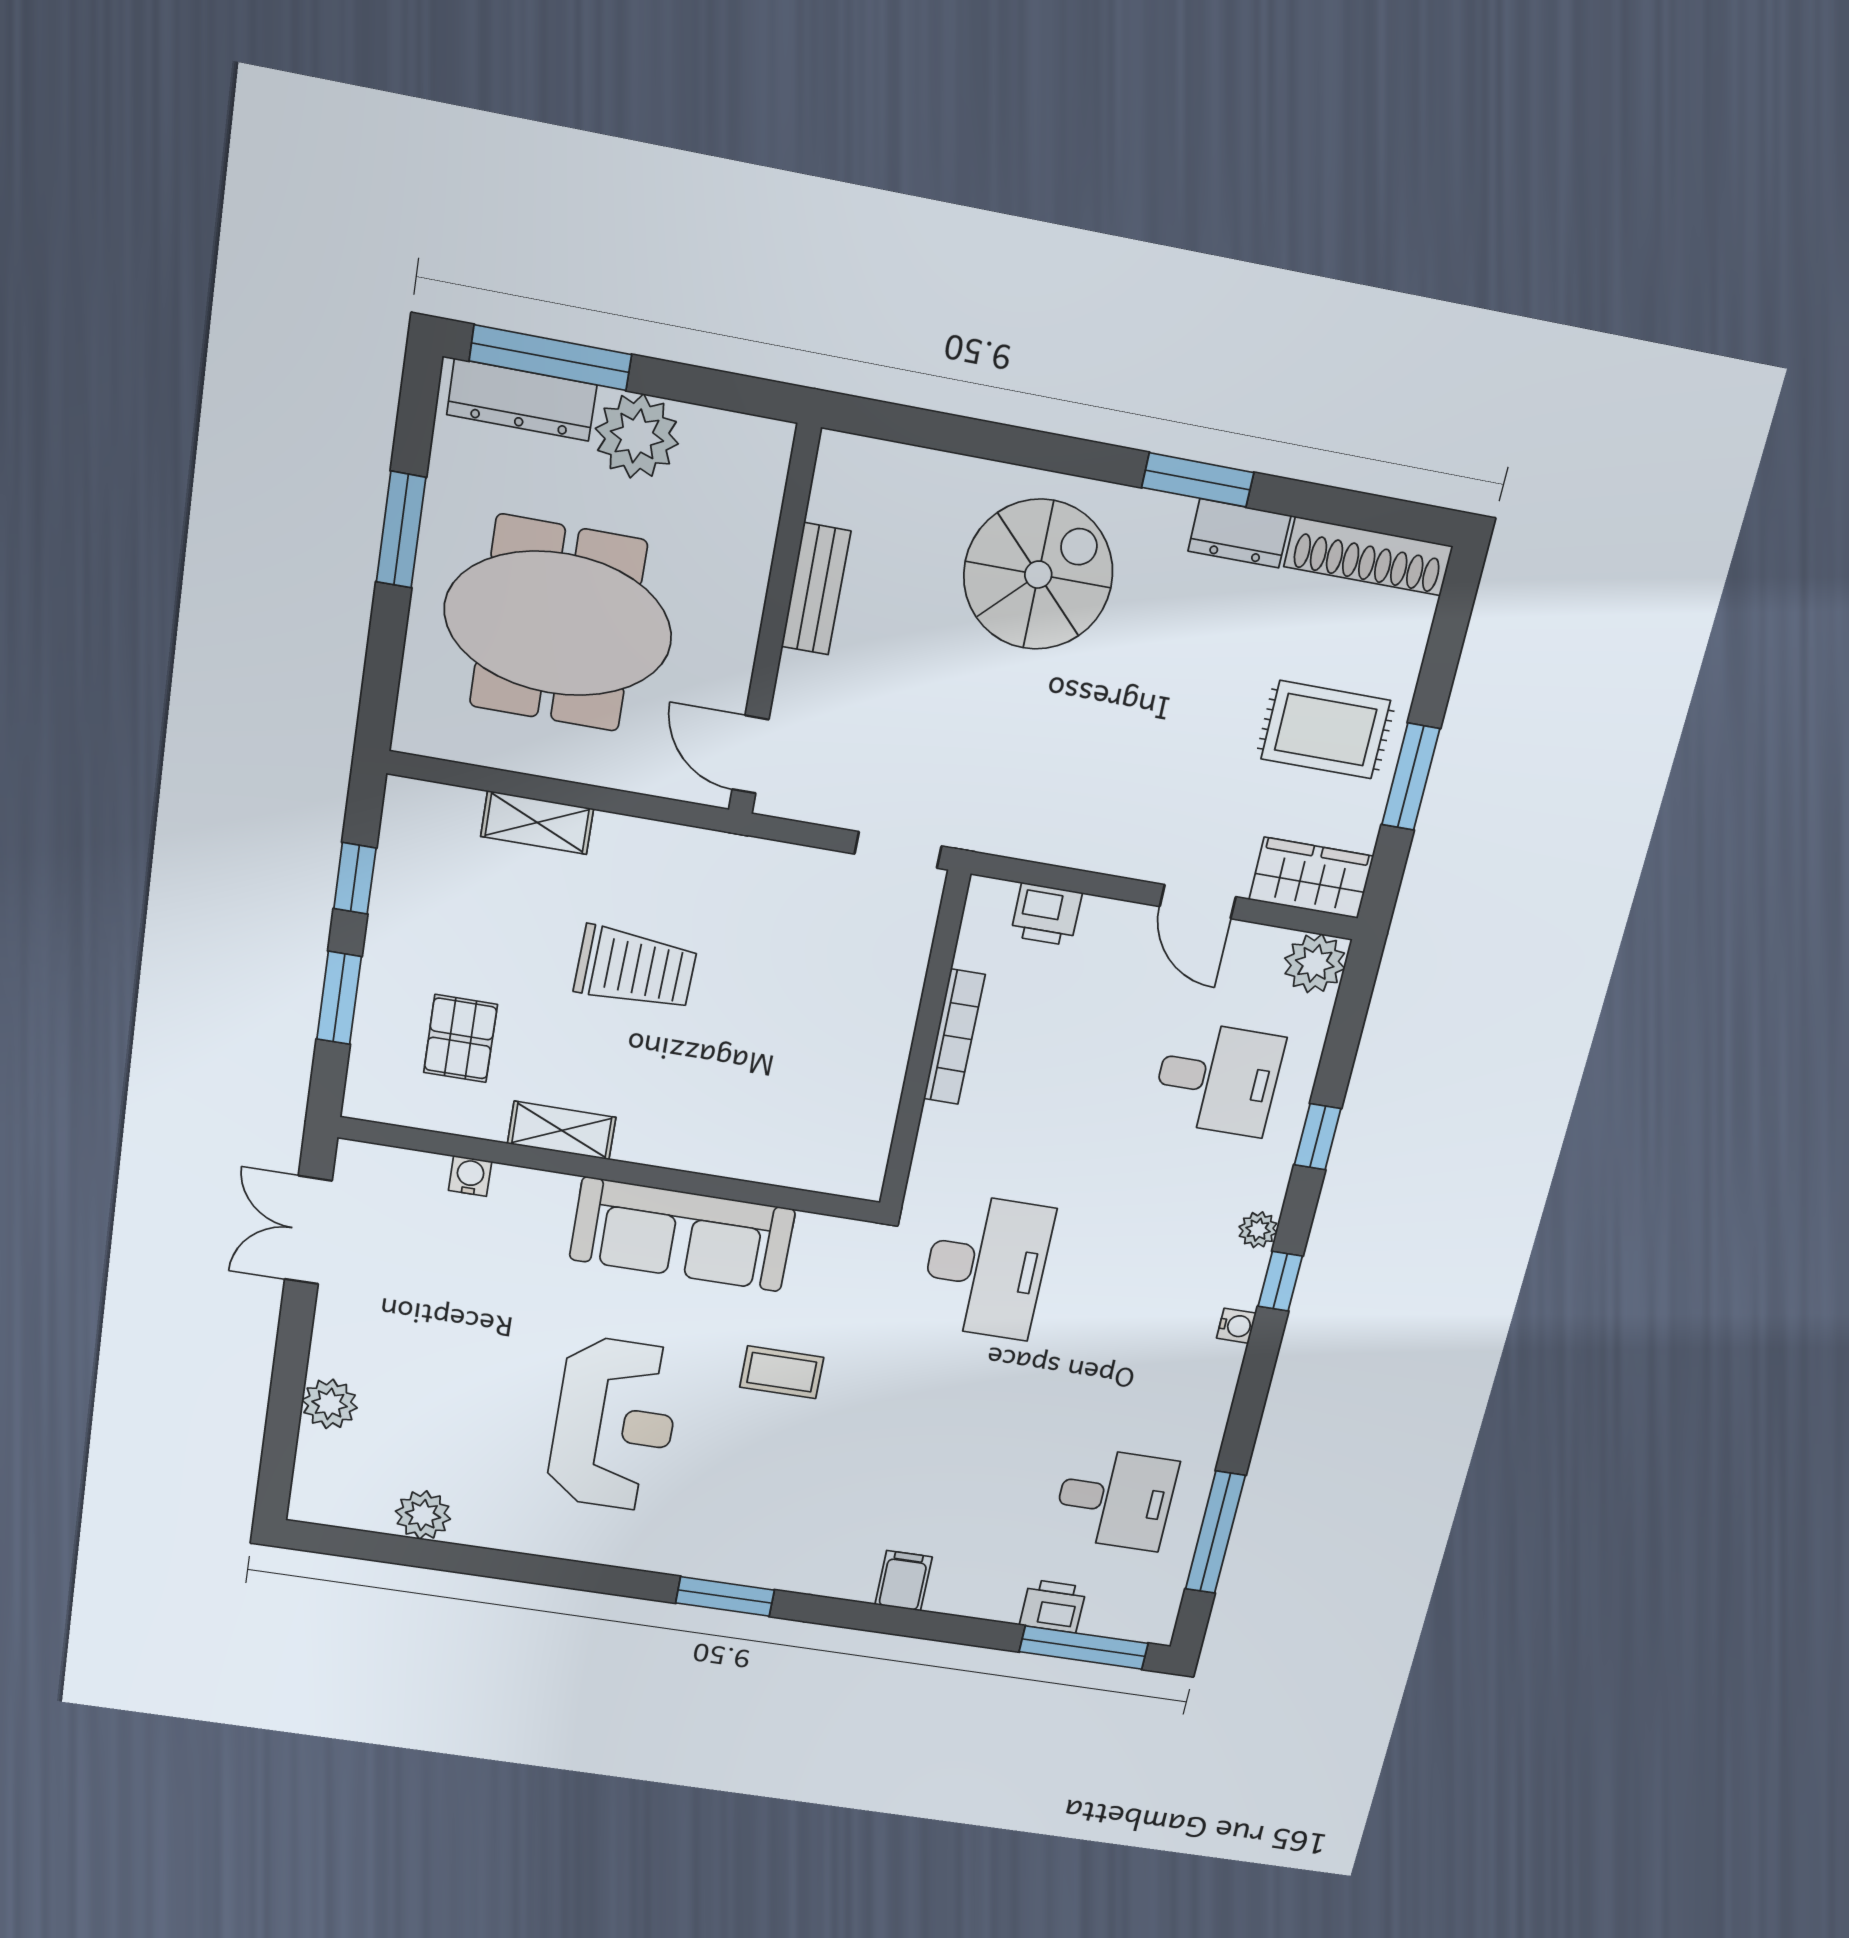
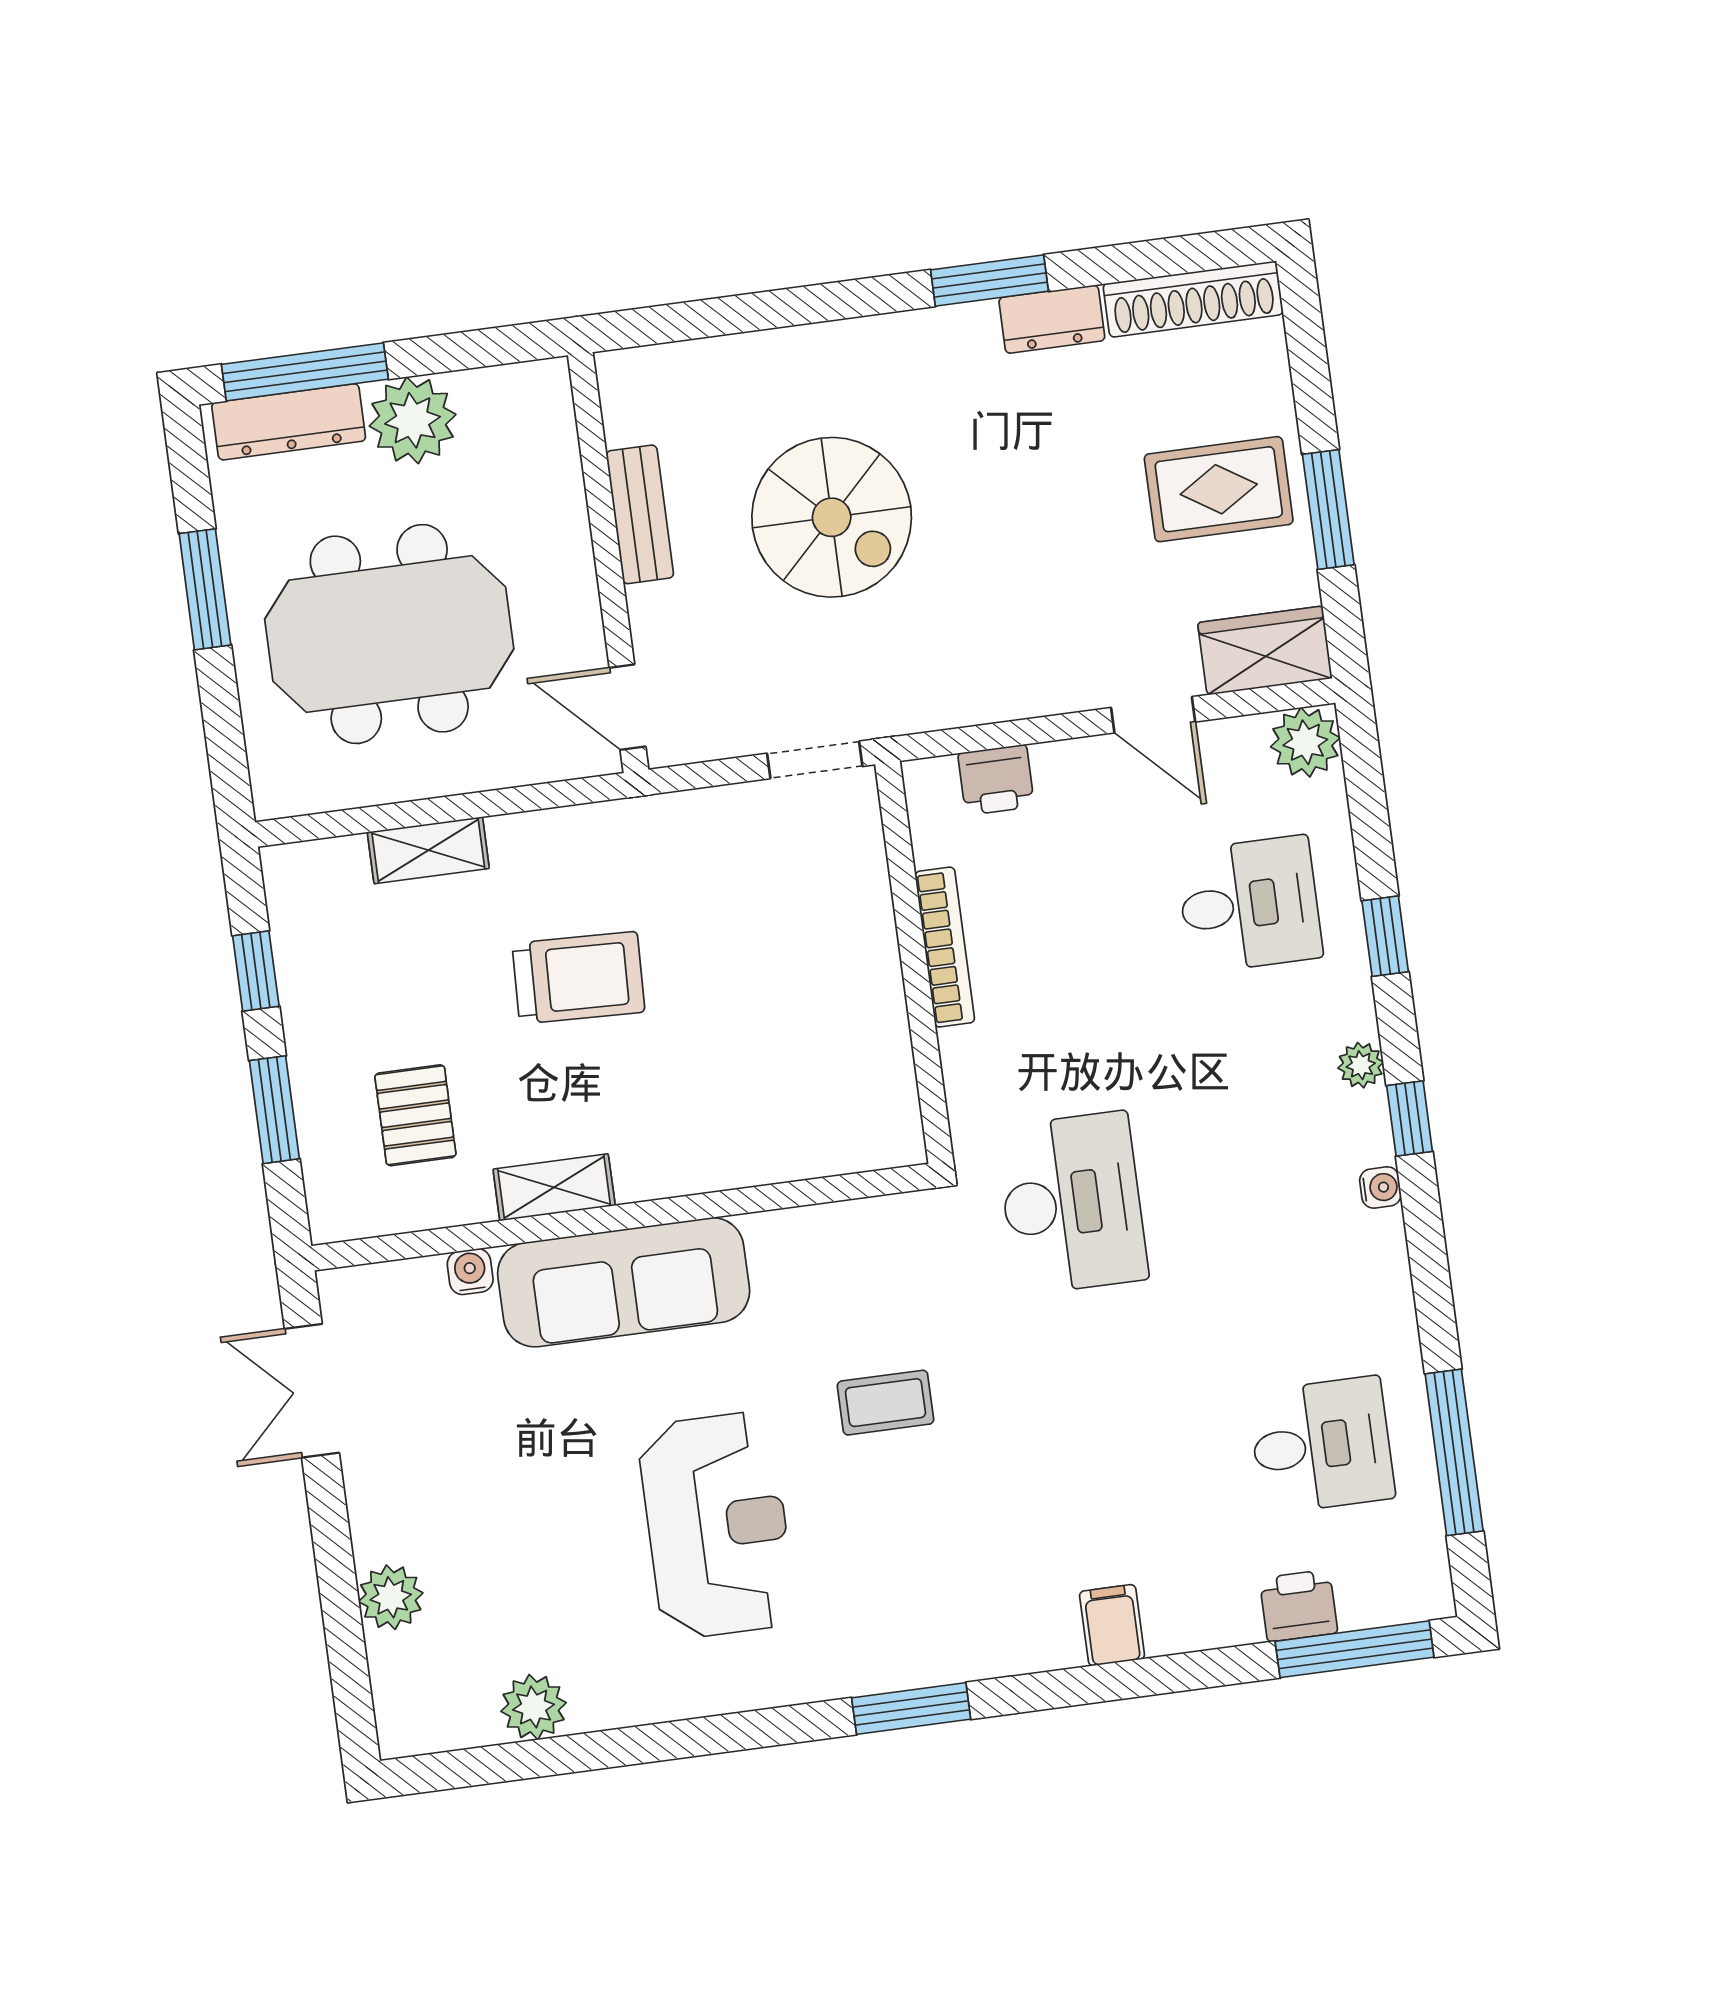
spiral stairs: (1038, 575) -> (832, 517), moved, turned 90
sofa: (682, 1234) -> (624, 1282), moved

